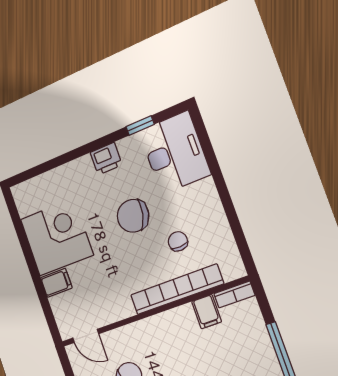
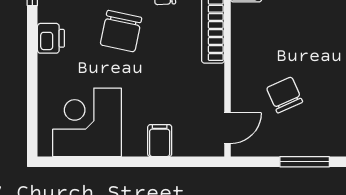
corner desk: (57, 237) -> (87, 122), moved

